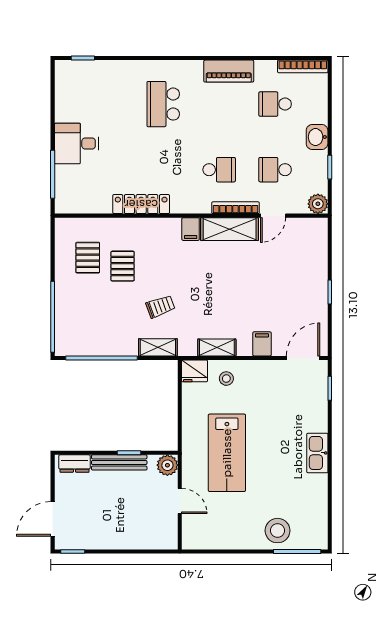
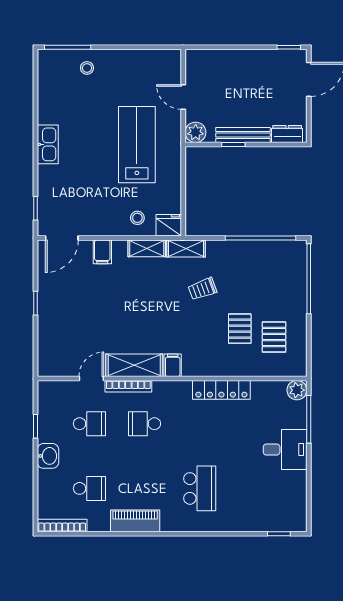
plant: (318, 204) -> (297, 390), moved
shelving: (158, 347) -> (186, 249), moved
stool: (278, 531) -> (87, 68), width x0.53, depth x0.53

